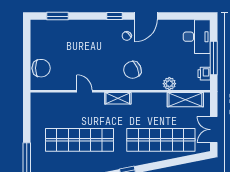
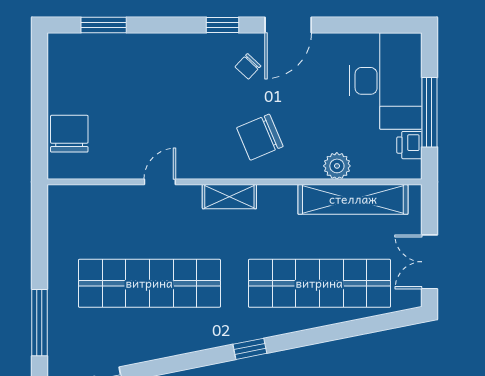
desk: (197, 37) -> (386, 81), width x1.36, depth x1.30
chair: (41, 68) -> (69, 134), turned -90
door: (84, 91) -> (160, 182), hinge flipped
shelving: (185, 100) -> (353, 199), width x1.47

